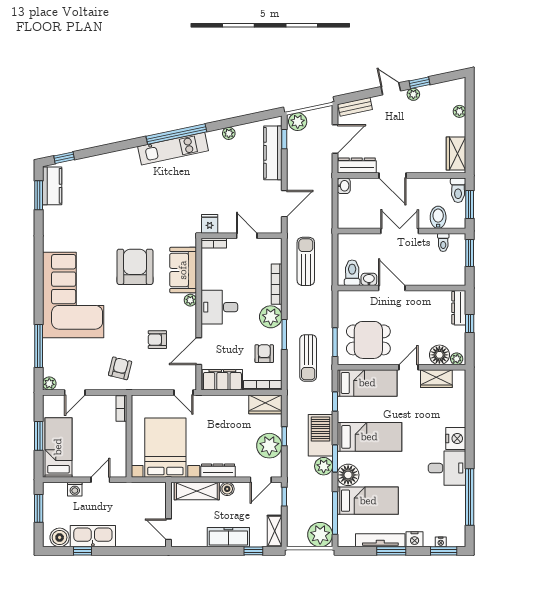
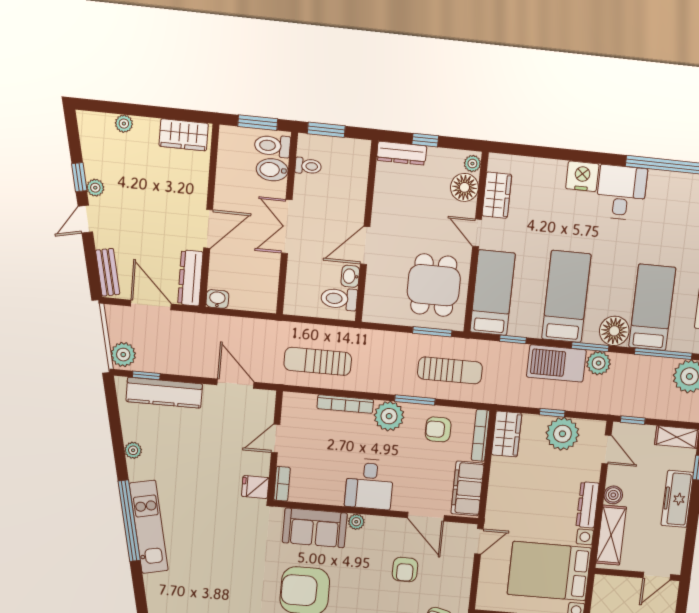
toilet: (458, 190) -> (272, 146), moved, turned 180

